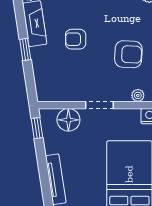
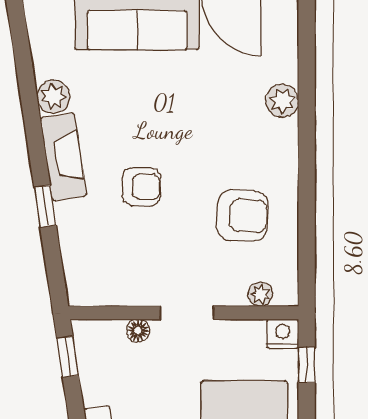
armchair: (76, 39) -> (141, 187), turned 180
floor lamp: (68, 120) -> (138, 331), width x0.53, depth x0.53

